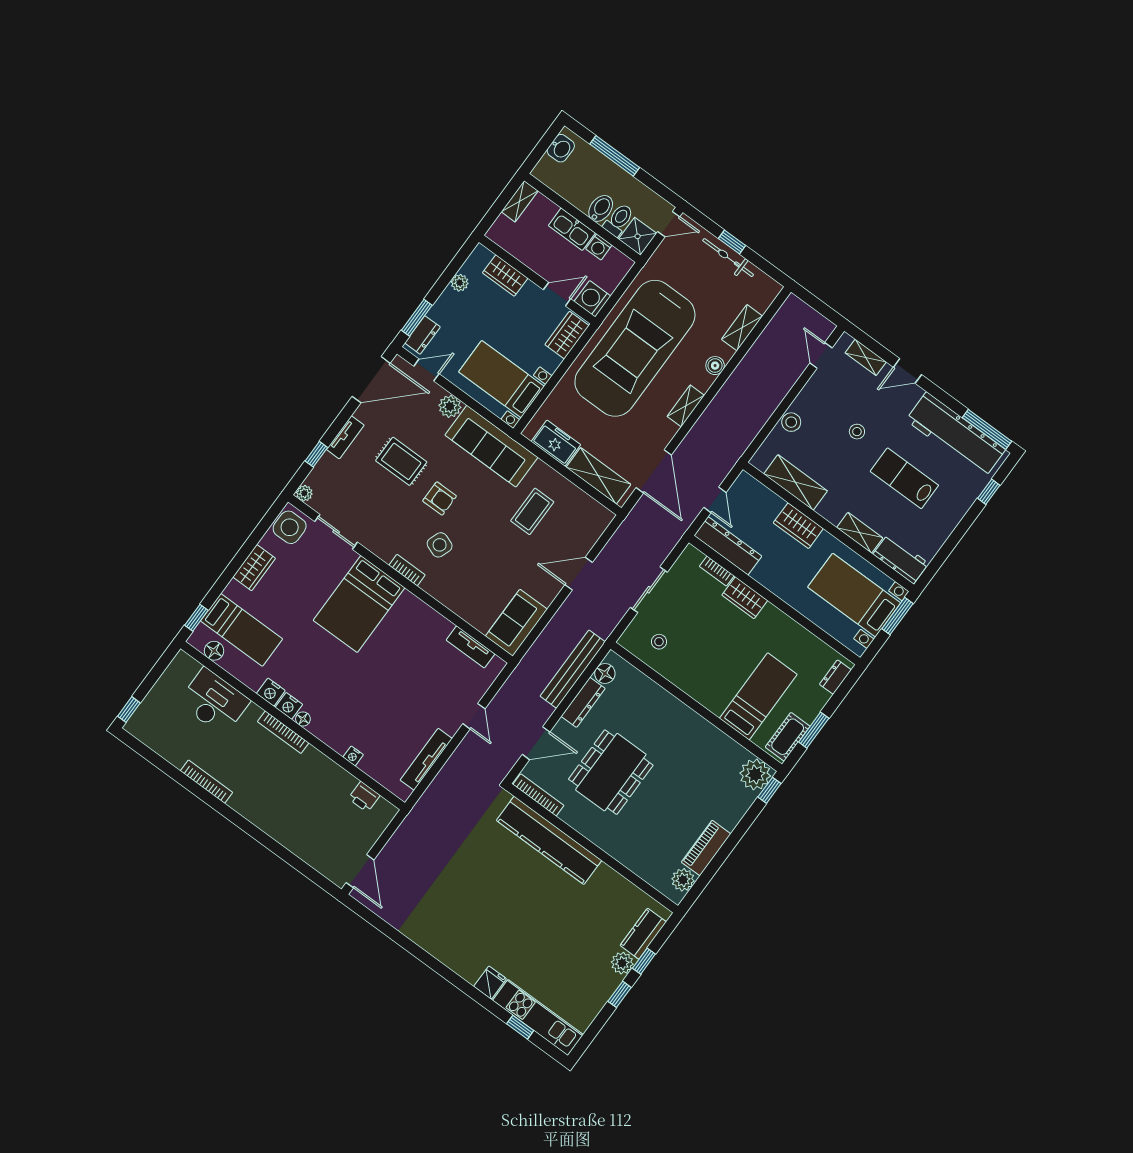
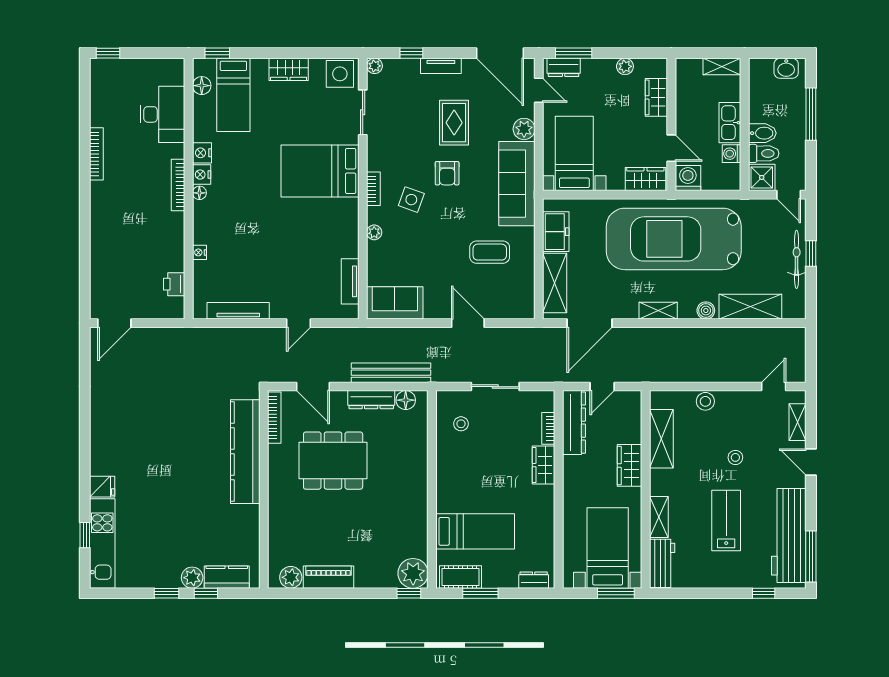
shelving: (742, 328) -> (750, 307), width x1.50, depth x1.33
plant: (444, 596) -> (374, 232), added

